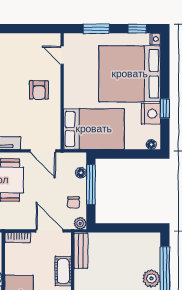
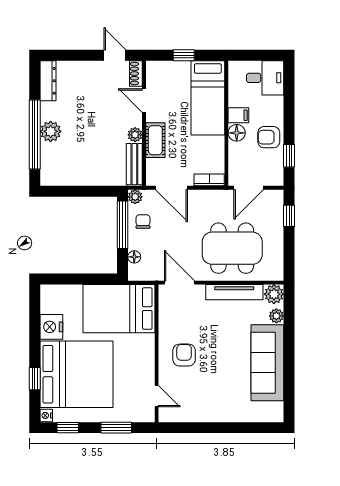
window: (165, 108) -> (35, 379), moved
floor lamp: (151, 144) -> (51, 290), removed
window: (91, 185) -> (123, 225), moved
plant: (80, 276) -> (135, 135), added

